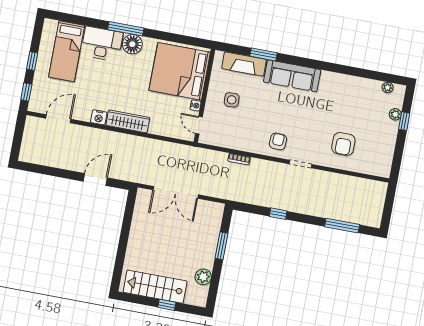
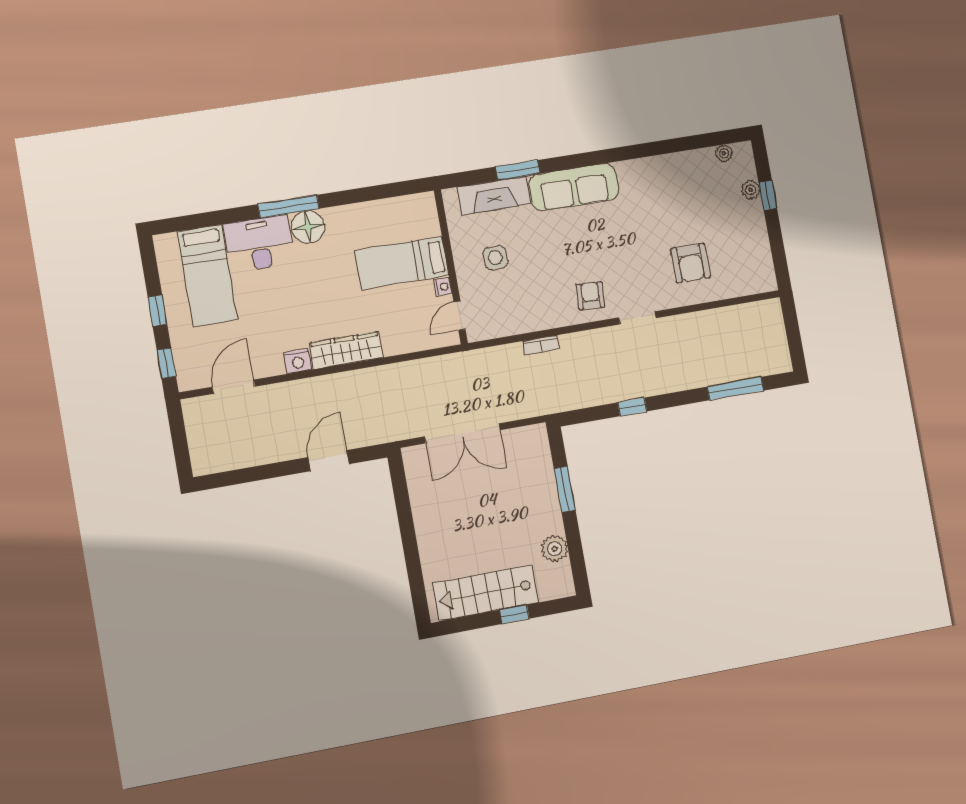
bed: (180, 71) -> (402, 263), width x0.49
door: (199, 125) -> (459, 315), hinge flipped

